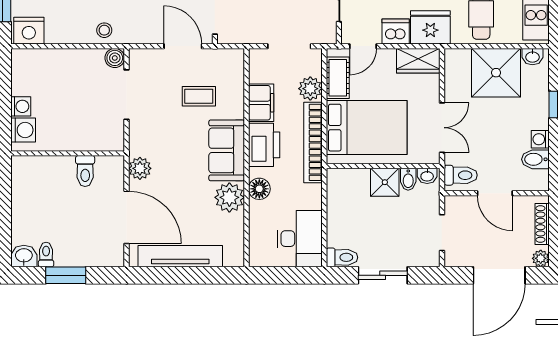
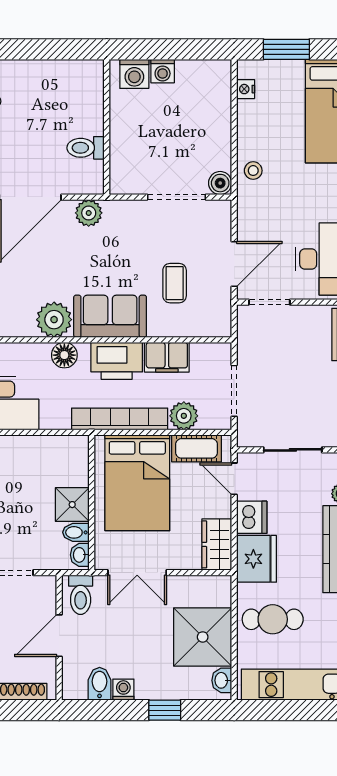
nightstand: (29, 31) -> (246, 89), width x0.53, depth x0.56

